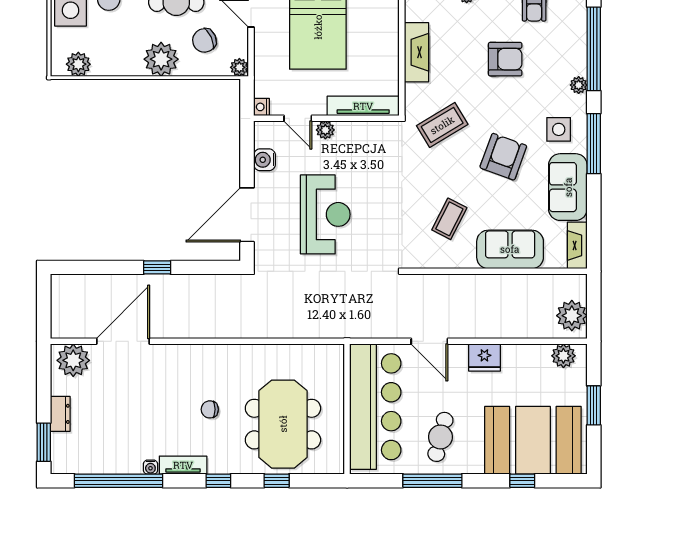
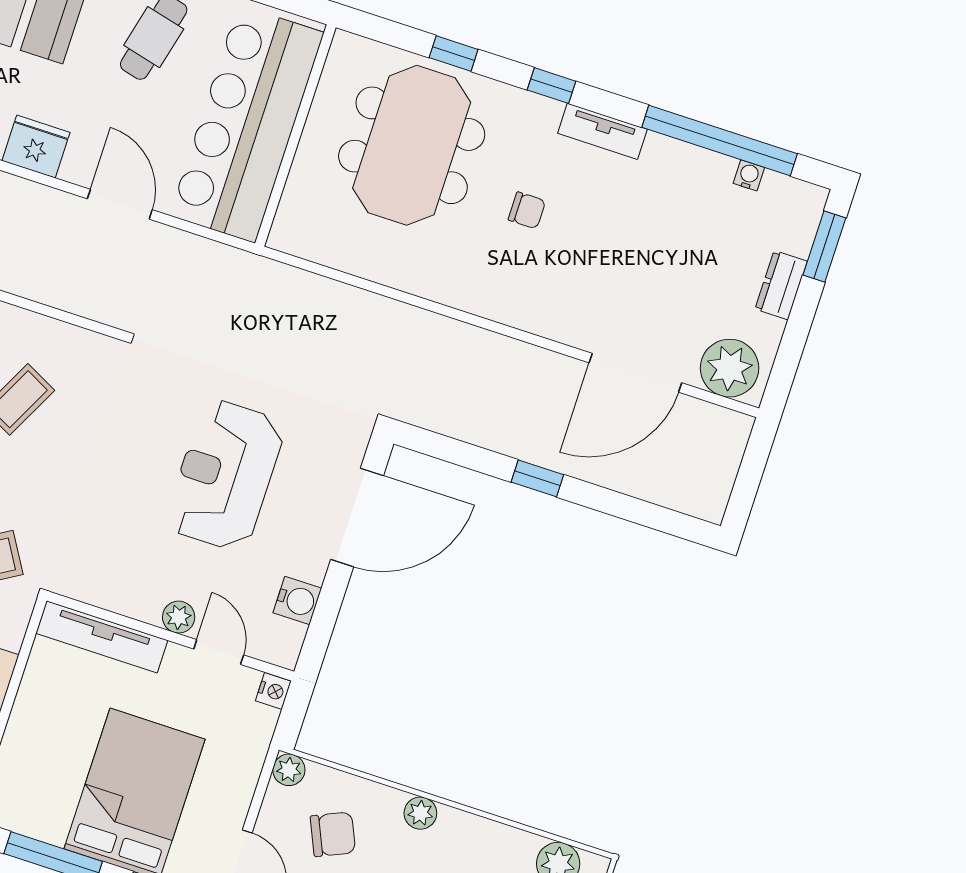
plant: (161, 59) -> (420, 813), width x0.53, depth x0.53
water cooler: (150, 467) -> (749, 175), moved

